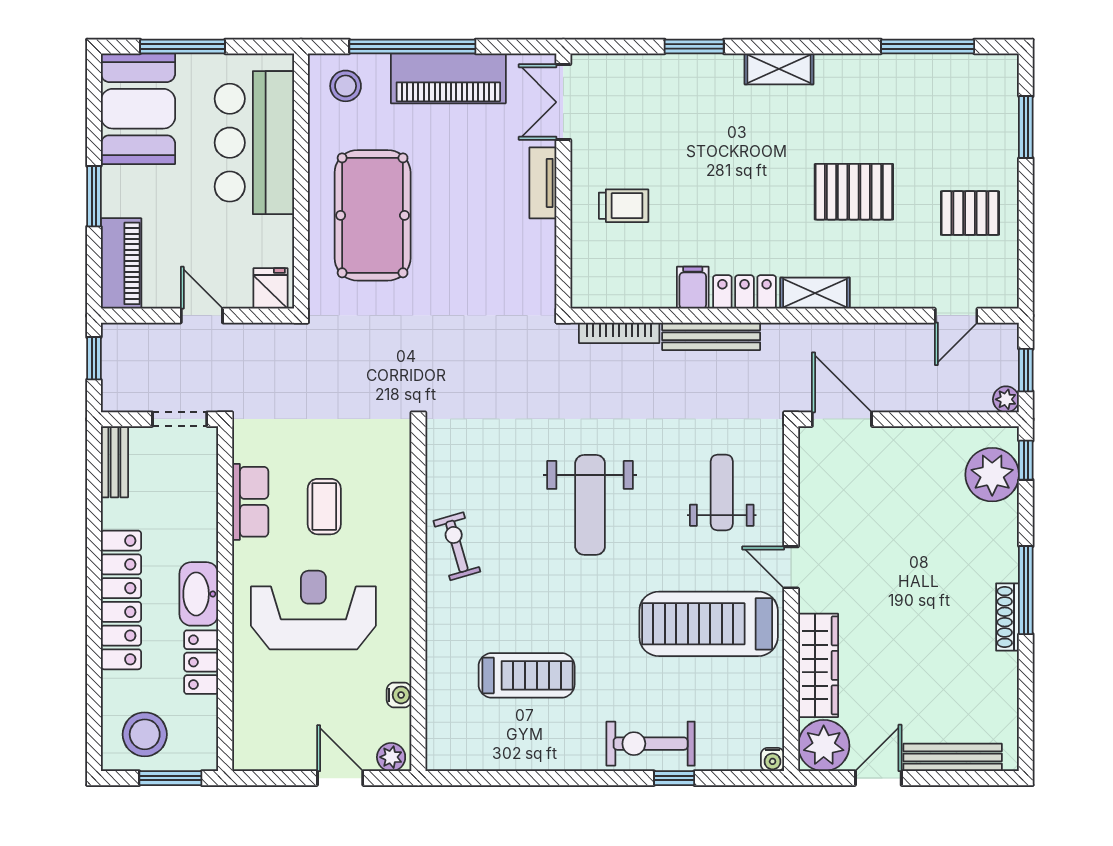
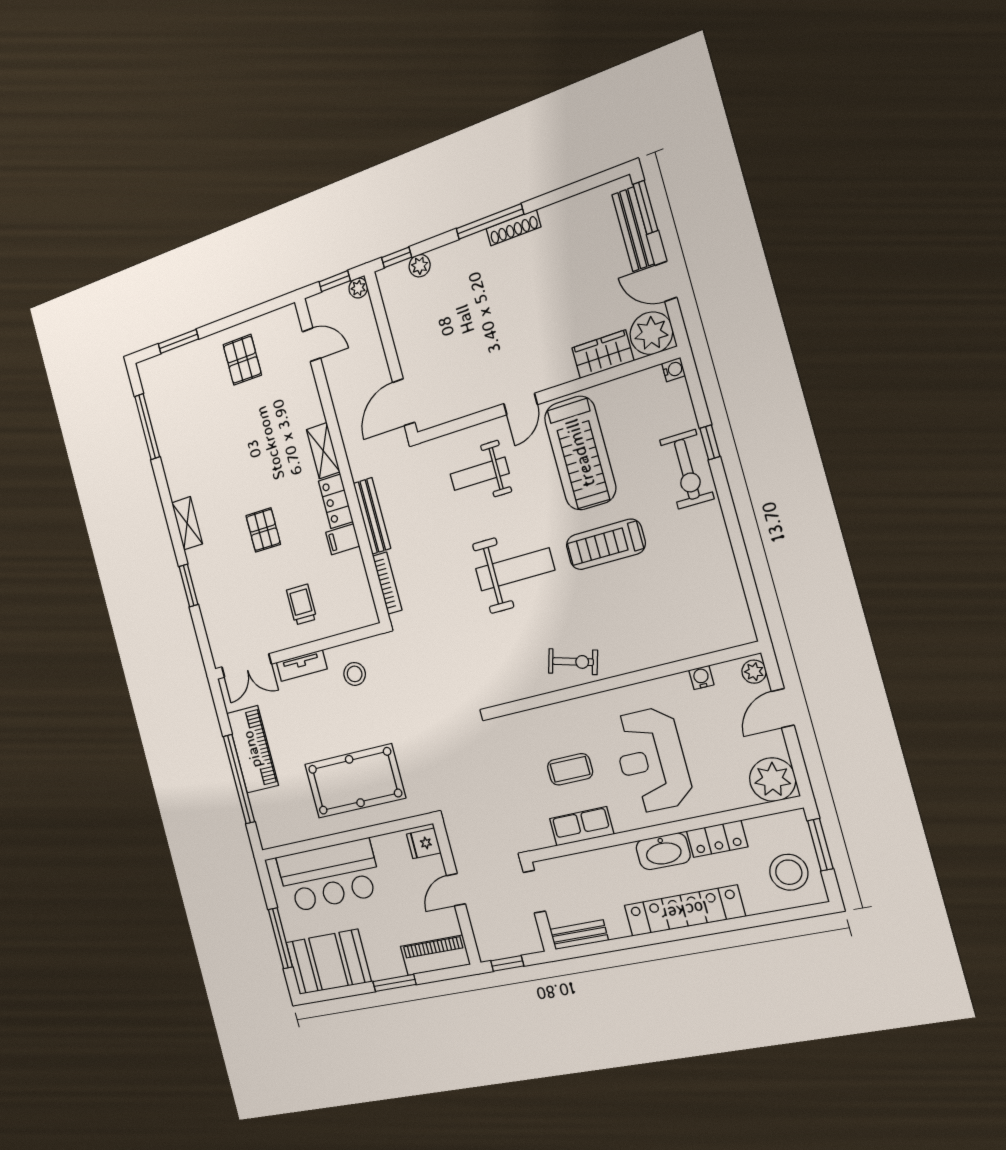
stool: (346, 86) -> (355, 674), moved
pallet: (854, 192) -> (263, 530), moved, width x0.67, depth x0.71
plant: (992, 475) -> (420, 266), width x0.53, depth x0.53
exercise bike: (457, 546) -> (573, 662), turned -148
wardrobe: (818, 665) -> (603, 354), width x0.67
treadmill: (527, 675) -> (606, 544), moved, turned -90
plant: (259, 745) -> (773, 780), added
window: (973, 778) -> (646, 207), added

